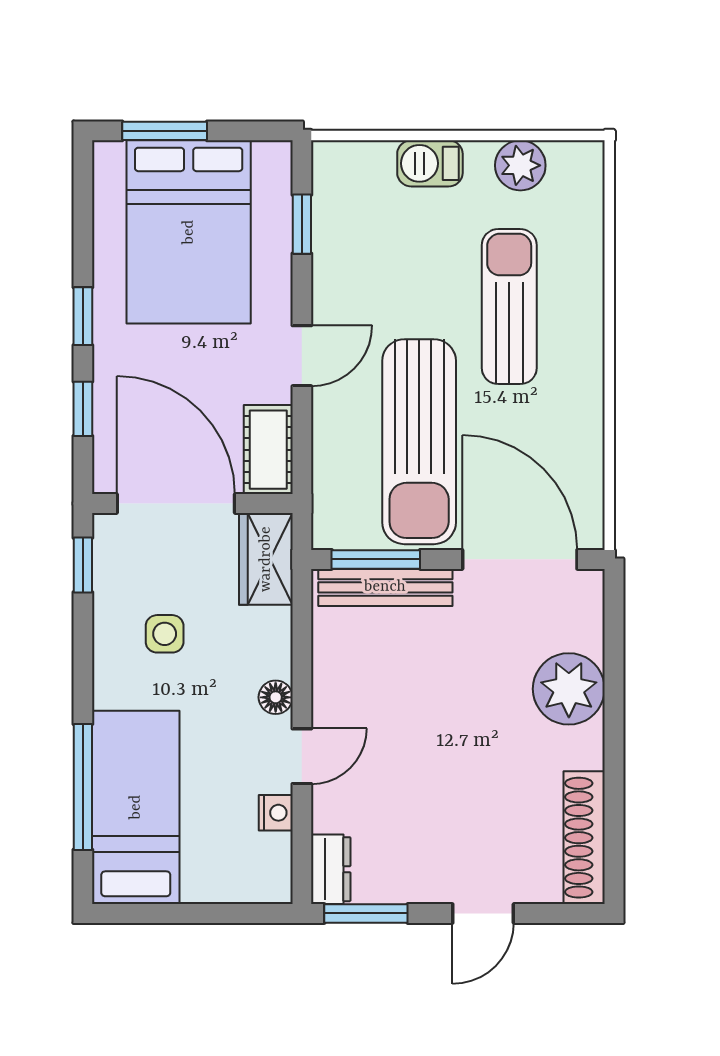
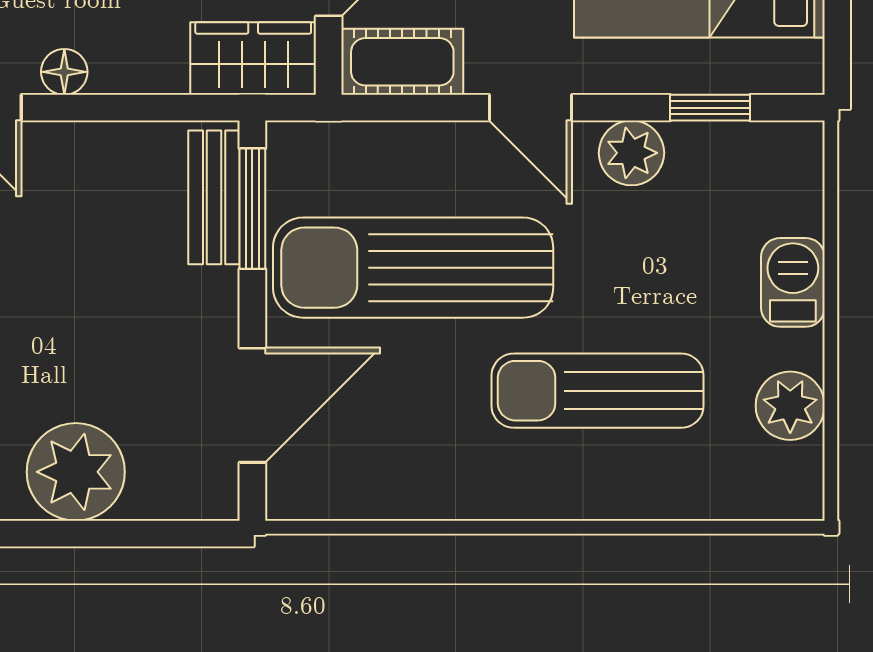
plant: (335, 282) -> (631, 153), added
sun lounger: (509, 307) -> (598, 391), turned 180
door: (520, 559) -> (252, 405), width x0.73
bench: (385, 587) -> (214, 197), width x0.73

